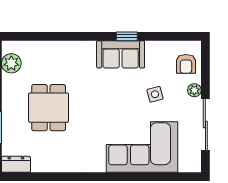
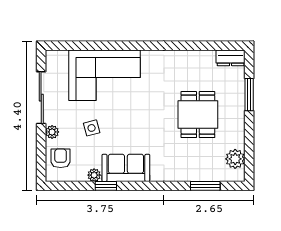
window: (41, 36) -> (205, 186), added
window: (127, 36) -> (106, 186), moved
plant: (152, 47) -> (94, 175), added

